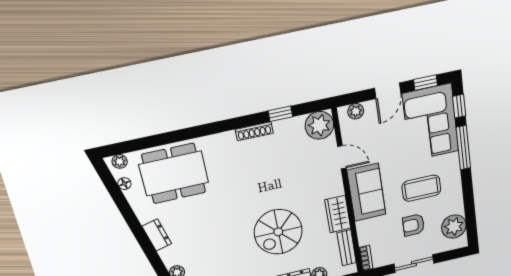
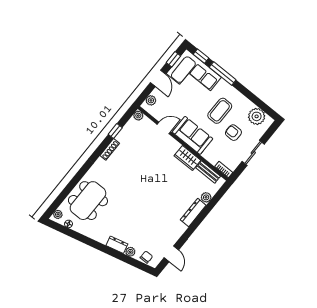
plant: (319, 125) -> (138, 116), width x0.53, depth x0.53
armchair: (413, 225) -> (233, 133), turned 90
spiral stairs: (278, 232) -> (164, 191), removed
dresser: (157, 235) -> (117, 245), moved

